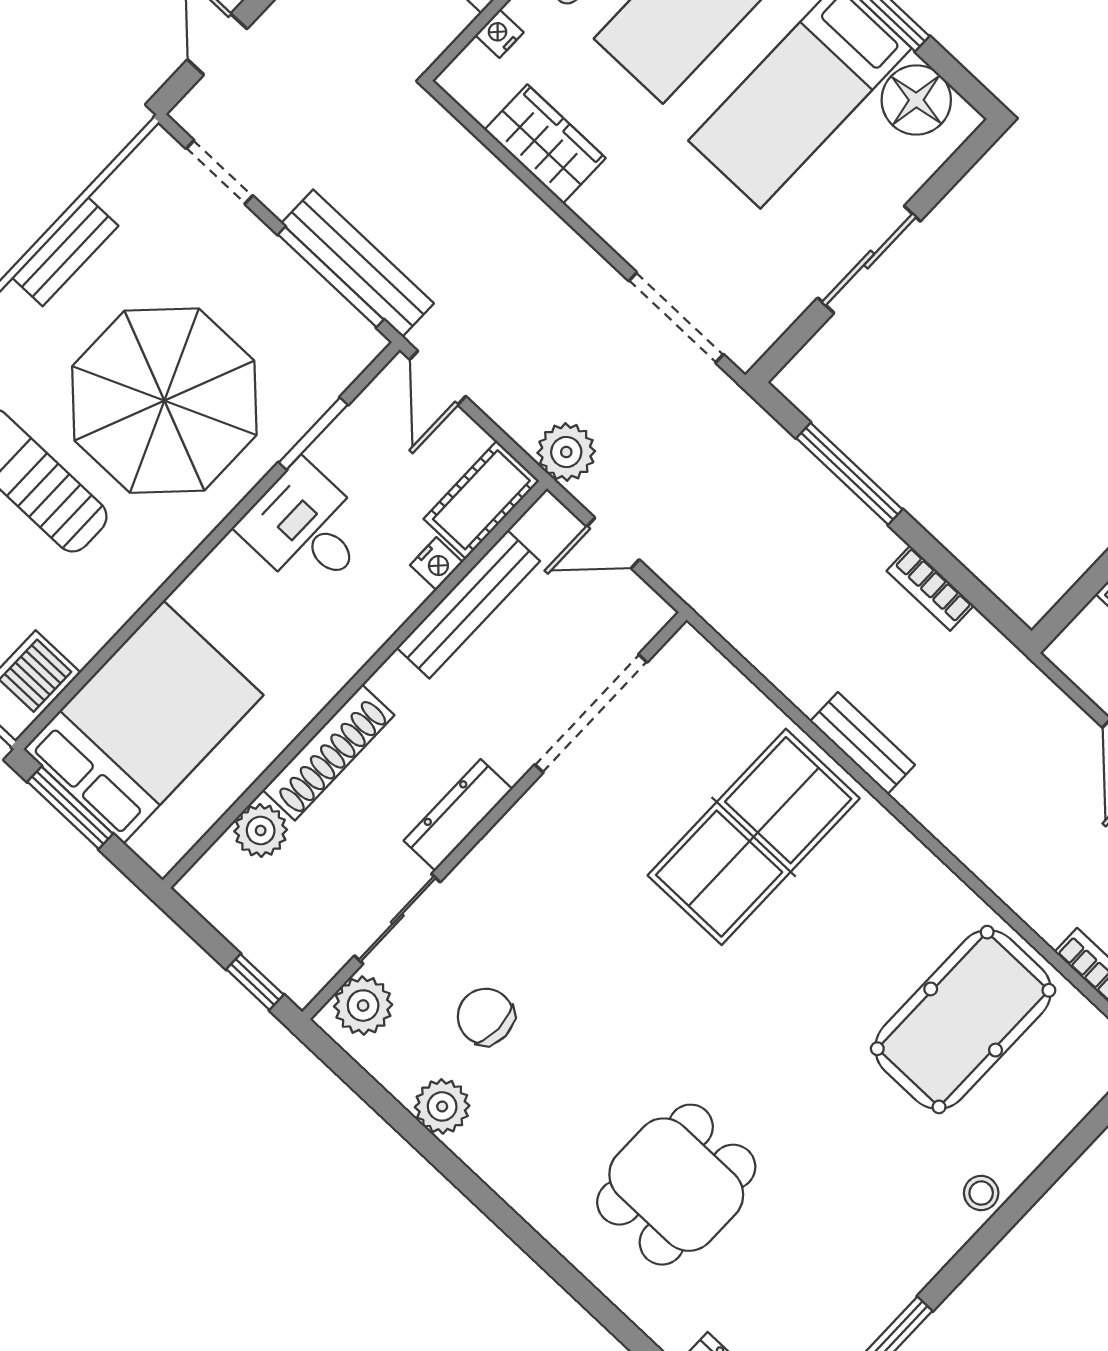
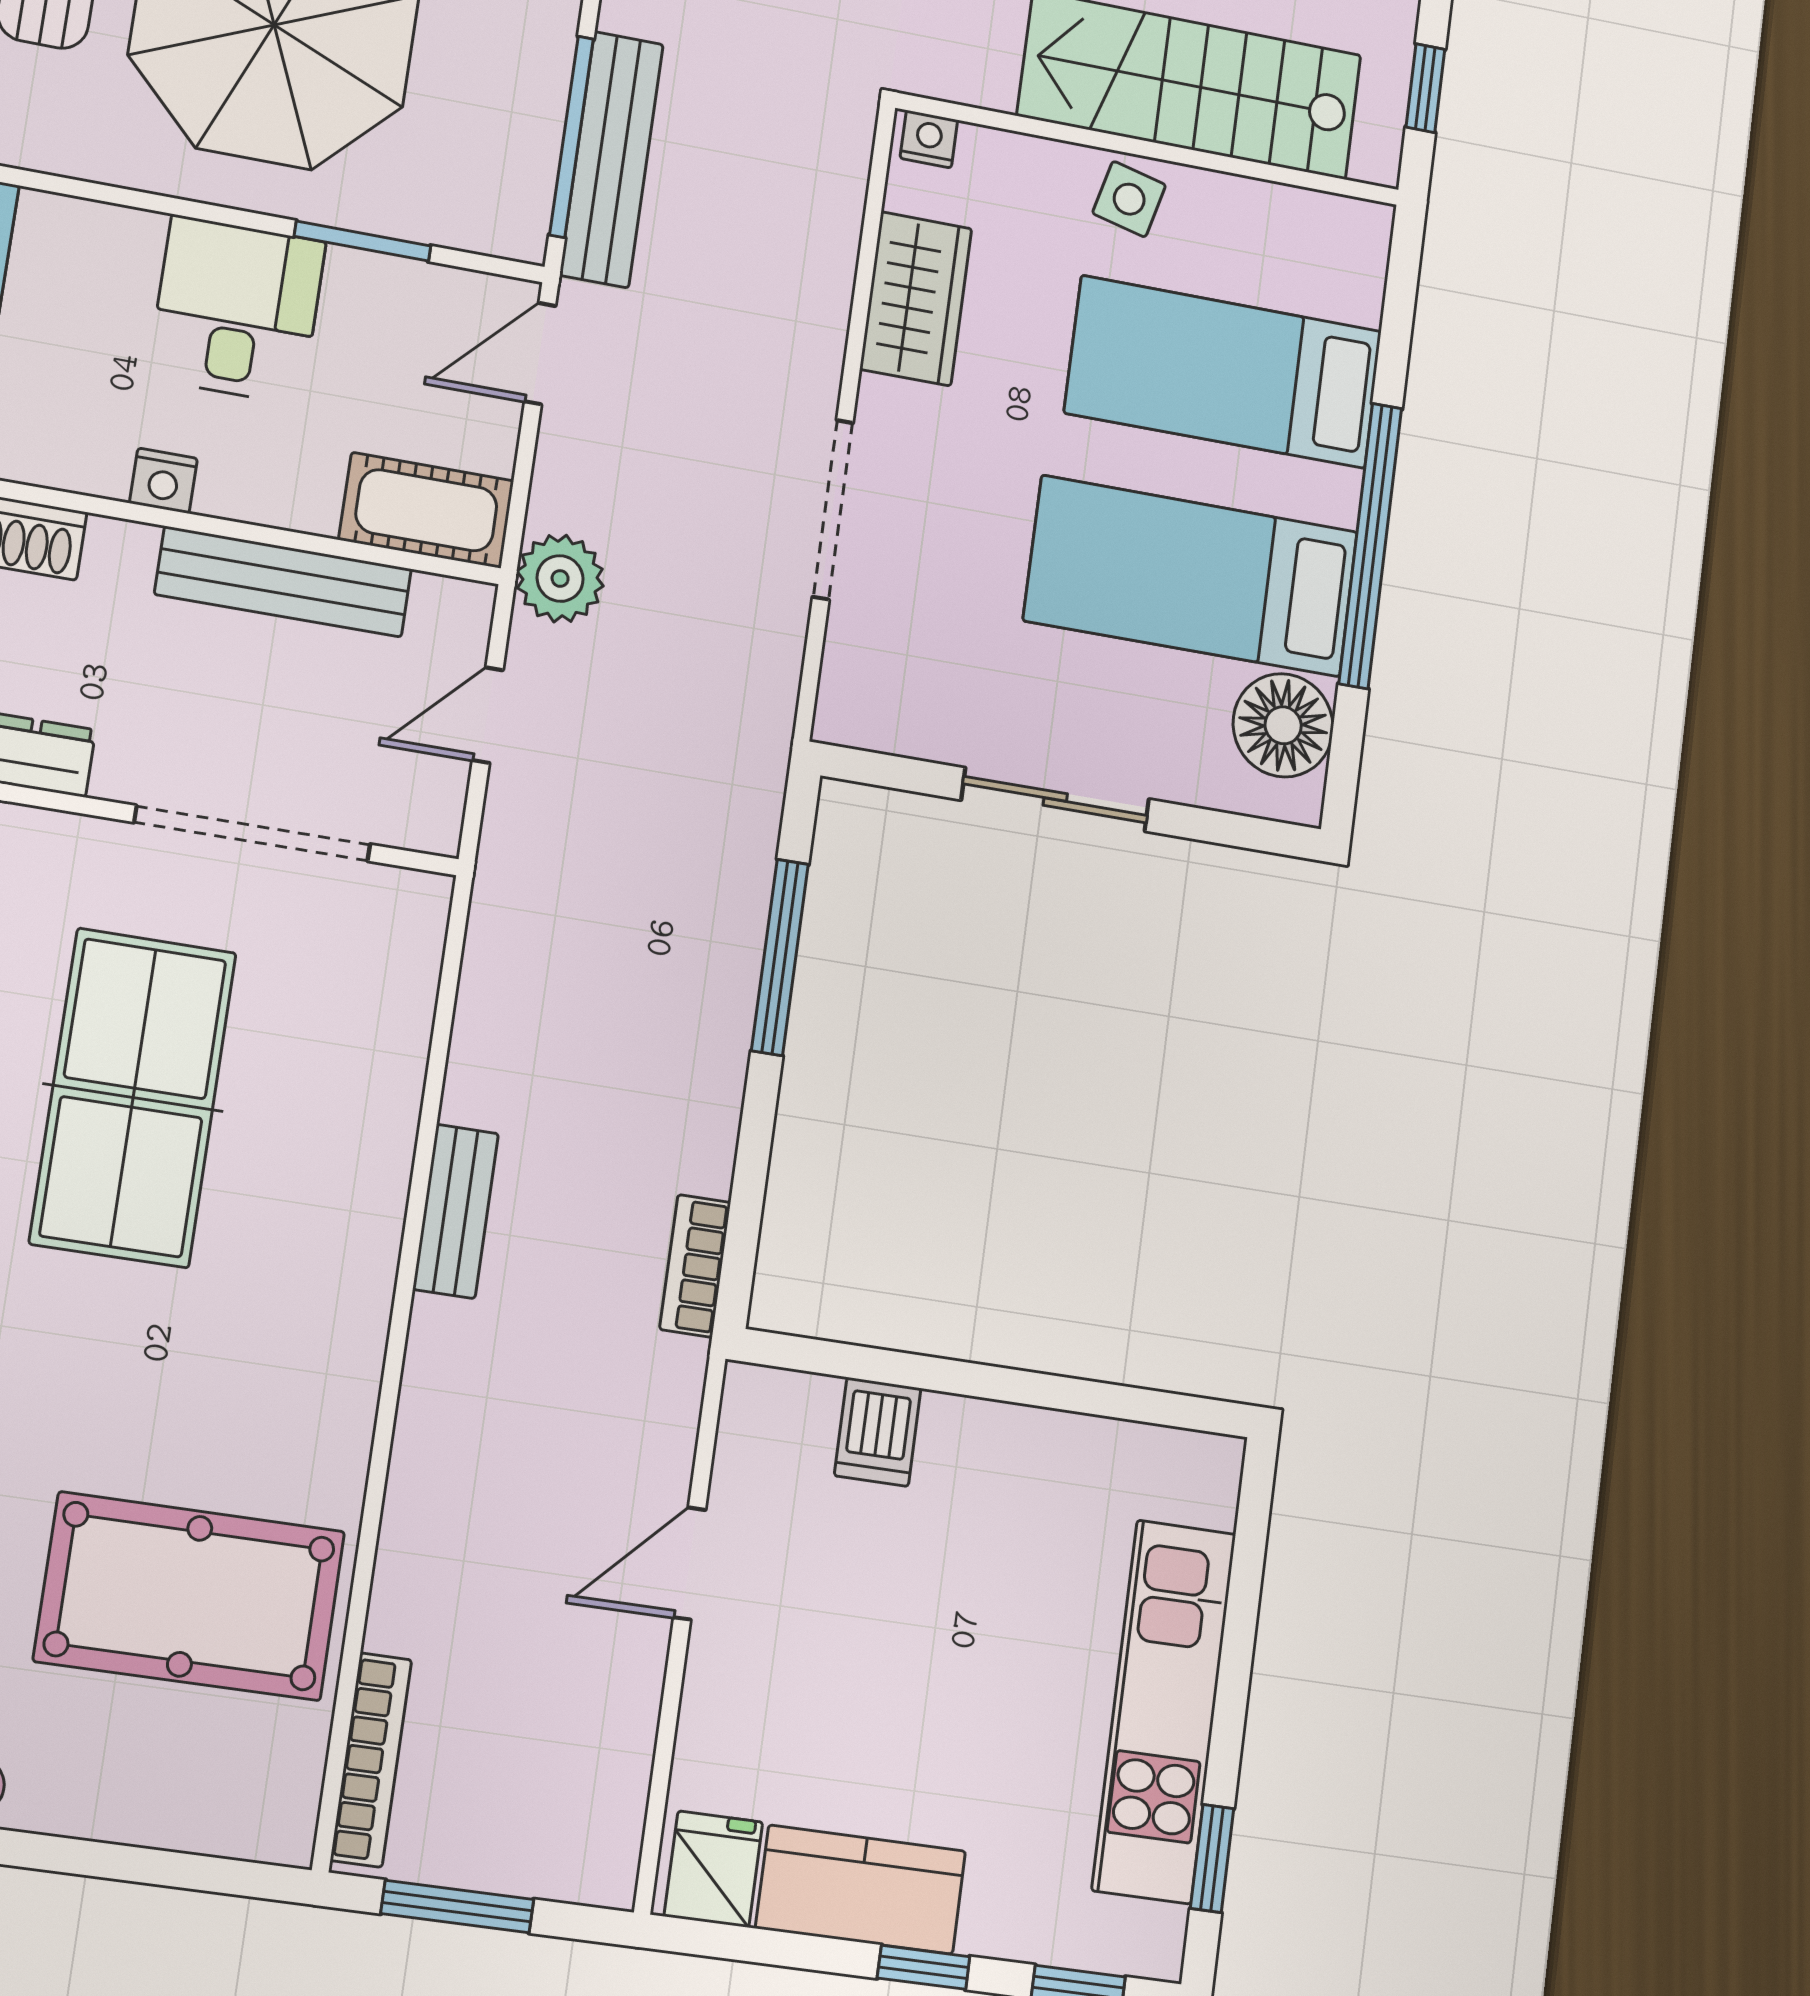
nightstand: (499, 34) -> (929, 139), moved
doorway: (676, 318) -> (833, 510), moved
door: (613, 543) -> (488, 715), hinge flipped
nightstand: (436, 564) -> (163, 481), moved
bookcase: (930, 588) -> (695, 1266), moved
table tennis table: (754, 837) -> (133, 1098), moved, turned 90

